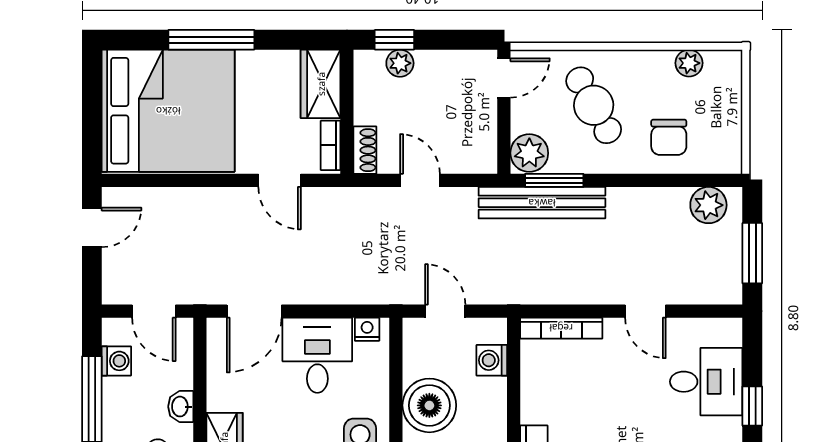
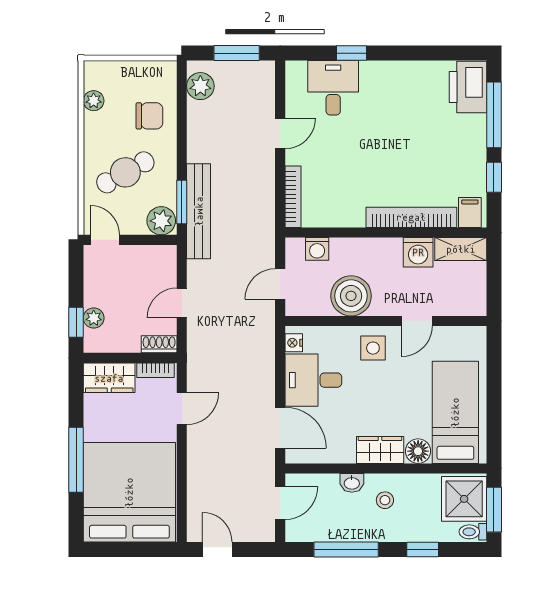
washing machine: (116, 361) -> (318, 531), removed

